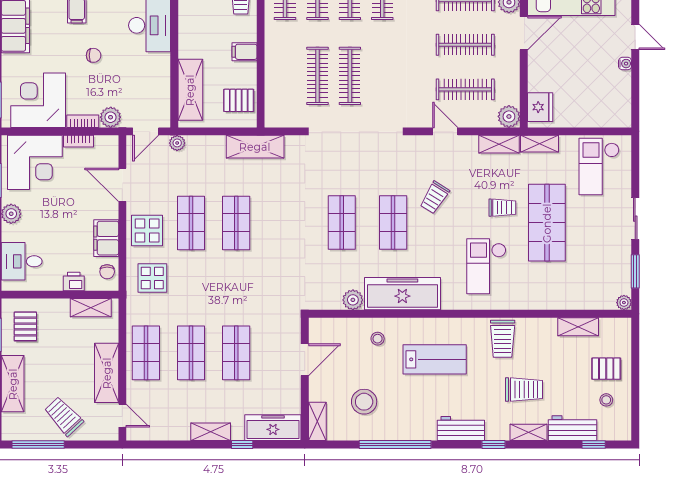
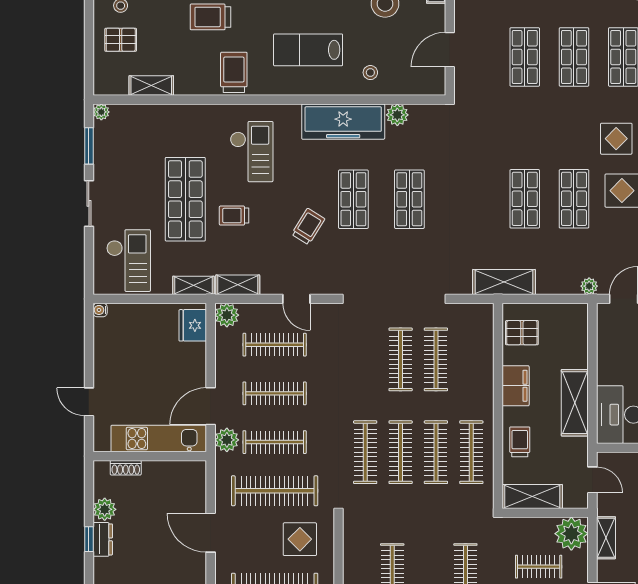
filing cabinet: (245, 52) -> (516, 386), width x2.00
water cooler: (625, 64) -> (100, 310), moved
shelving: (190, 90) -> (575, 403), moved

